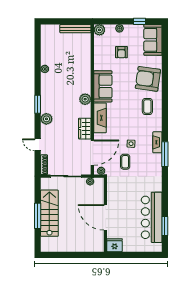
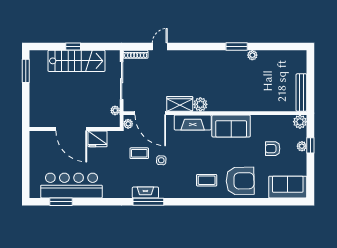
window: (140, 21) -> (310, 145), moved
armchair: (148, 79) -> (240, 181), turned 81
plant: (85, 99) -> (200, 104), moved
window: (38, 104) -> (237, 47), moved
plant: (46, 119) -> (191, 57), removed
fireplace: (157, 142) -> (145, 193), moved
window: (38, 216) -> (73, 47), width x0.46
door: (105, 217) -> (71, 129), swing flipped
fridge: (115, 245) -> (98, 139), moved, turned 90
window: (58, 255) -> (26, 71), added

